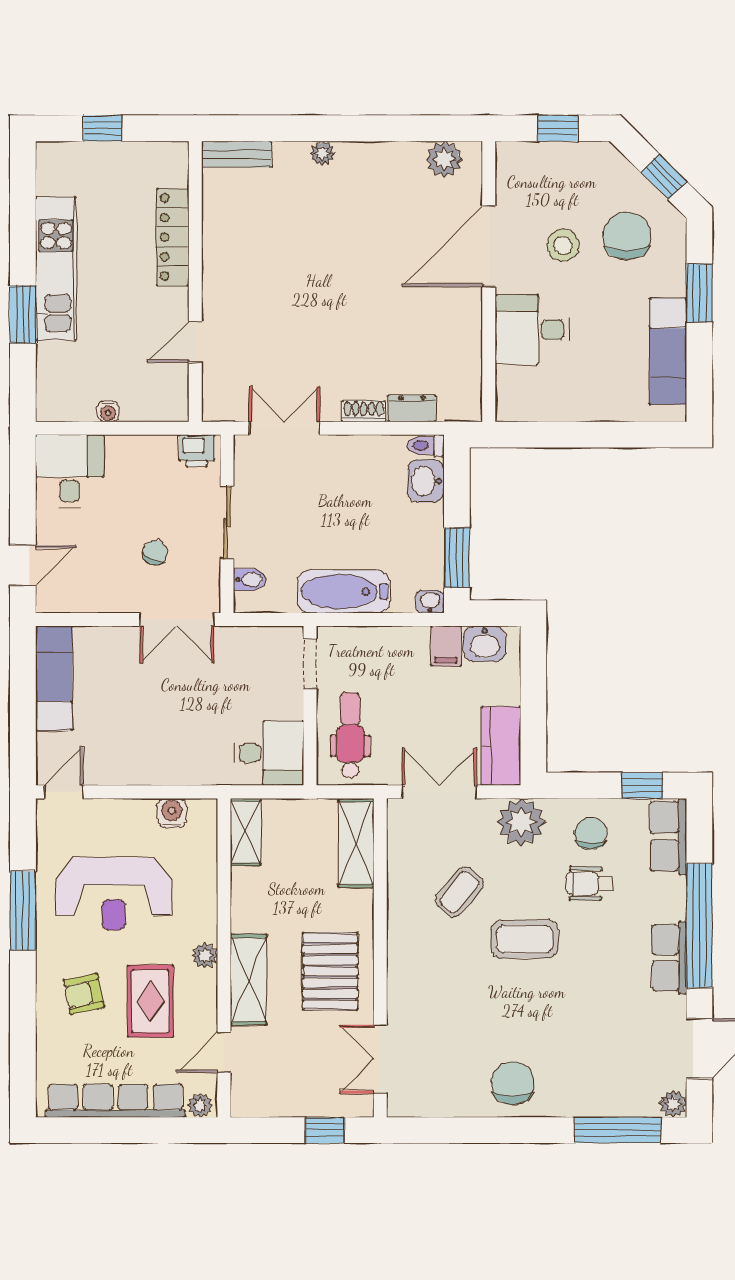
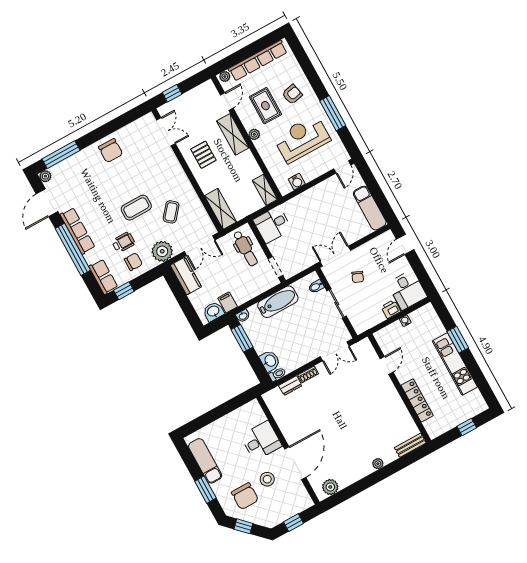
printer: (197, 451) -> (391, 309), moved
chair: (591, 833) -> (133, 262), turned -90
row of seats: (669, 958) -> (78, 231), width x1.48
pallet: (330, 971) -> (203, 155), width x0.67, depth x0.71

